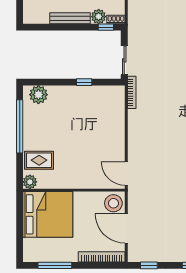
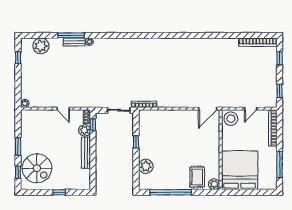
plant: (38, 95) -> (146, 166), moved
door: (126, 228) -> (251, 109), width x0.53

